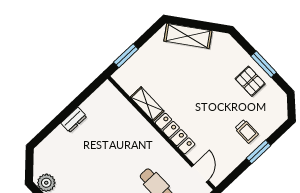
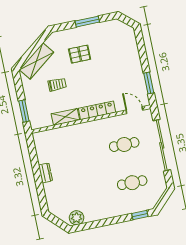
pallet: (250, 81) -> (80, 54), moved
trolley: (247, 131) -> (57, 84), moved
window: (259, 152) -> (149, 83), moved

